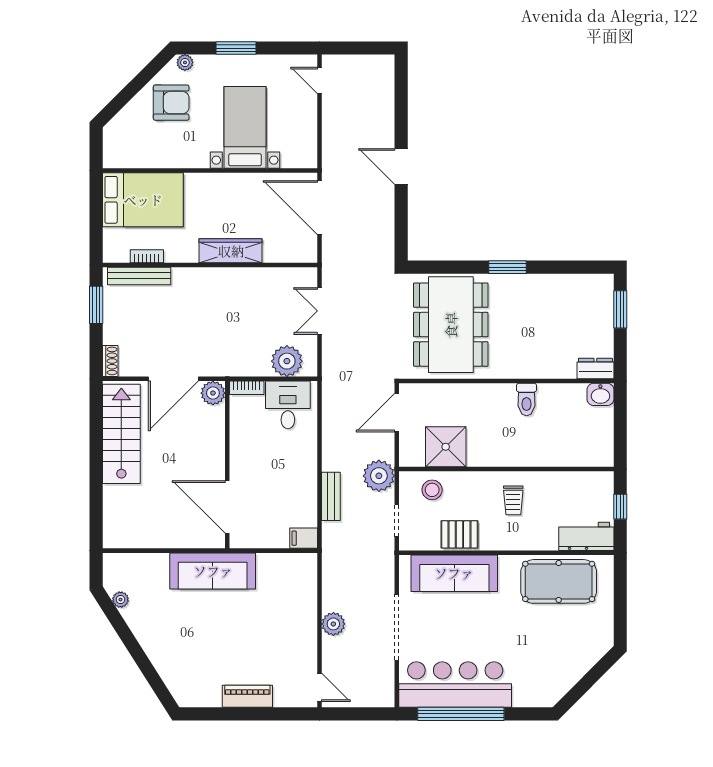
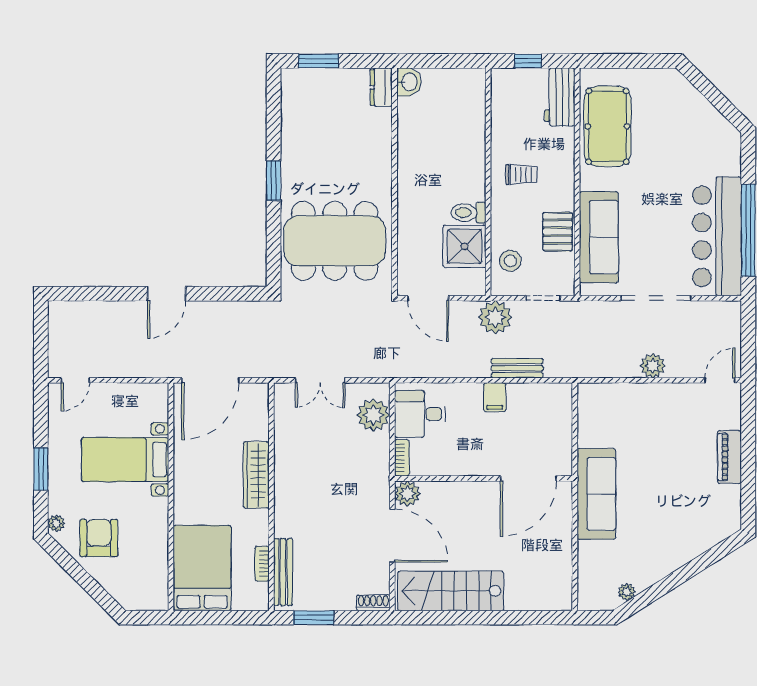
toilet: (527, 399) -> (468, 213), moved, turned 180
filing cabinet: (304, 538) -> (495, 397), moved

